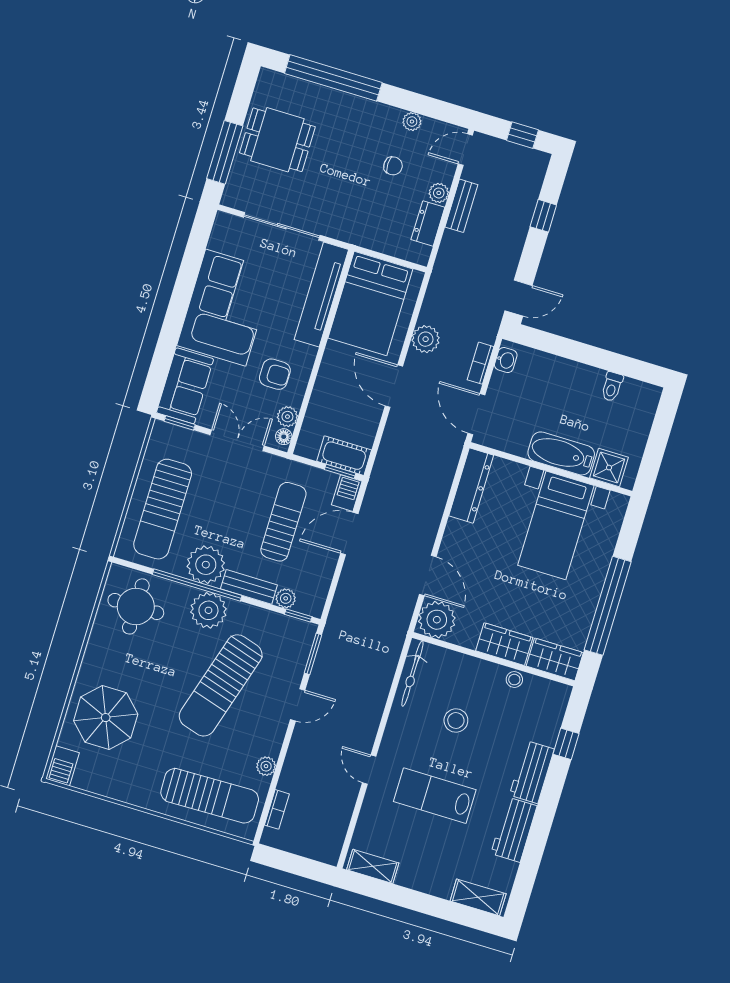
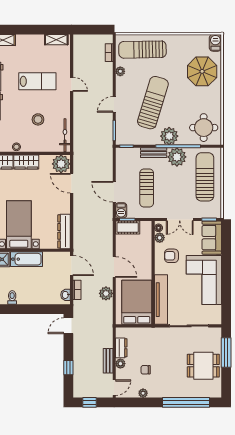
door: (349, 534) -> (114, 192), swing flipped
plant: (286, 598) -> (135, 153), removed

